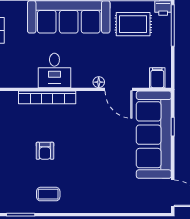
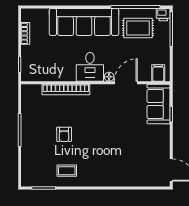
desk: (54, 70) -> (90, 67), moved
door: (119, 89) -> (126, 83), swing flipped
sofa: (154, 135) -> (159, 104), width x0.54, depth x0.79

